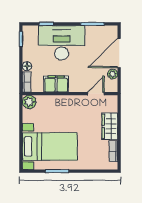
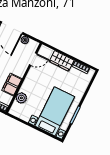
door: (96, 94) -> (33, 59), swing flipped
plant: (29, 102) -> (21, 98), moved

